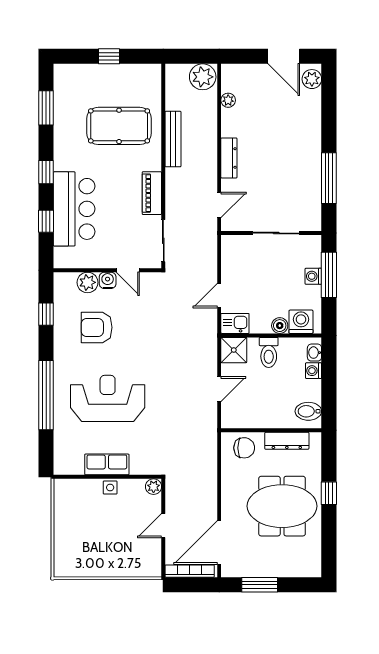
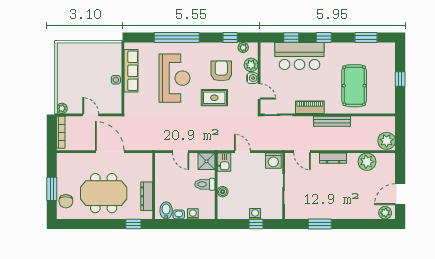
plant: (228, 100) -> (367, 162), width x1.87, depth x1.87
bench: (173, 139) -> (332, 121), moved
window: (329, 178) -> (320, 224), width x0.69
door: (128, 270) -> (259, 91), swing flipped
window: (329, 275) -> (256, 224), width x0.46
plant: (61, 294) -> (243, 48), added
washing machine: (301, 322) -> (273, 161), moved, turned 90
rug: (137, 338) -> (214, 98), added
washbasin: (314, 353) -> (179, 215), moved
chair: (244, 448) -> (66, 201), moved
row of seats: (107, 464) -> (131, 71), width x1.48
plant: (154, 487) -> (62, 108), moved
window: (329, 493) -> (133, 224), moved
meeting table: (282, 506) -> (104, 193), turned 90
door: (219, 542) -> (110, 152), moved
window: (260, 585) -> (52, 189), moved

